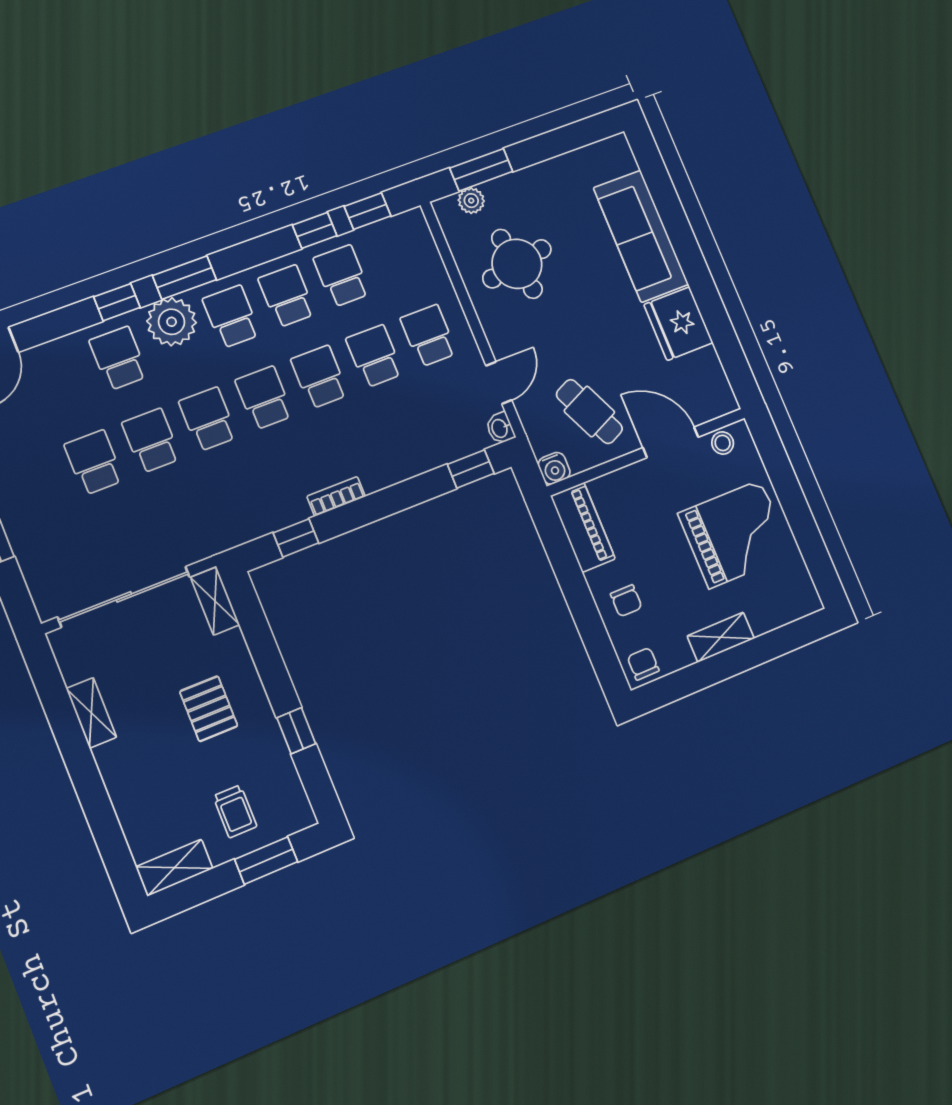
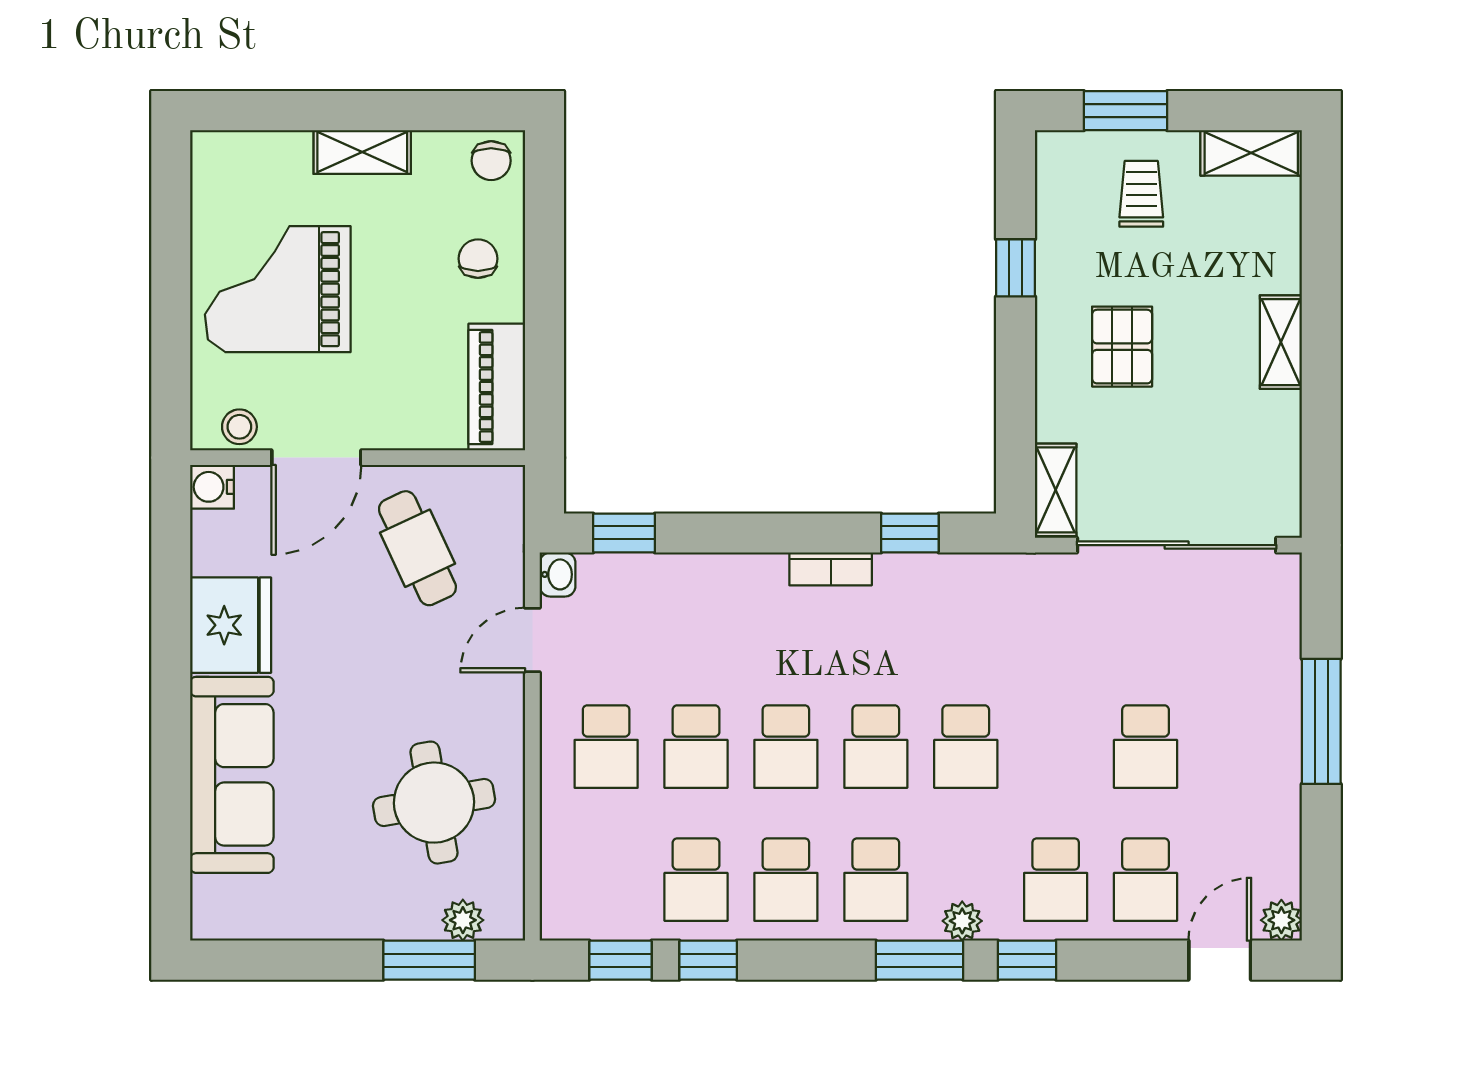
plant: (172, 322) -> (962, 921), width x0.53, depth x0.53
school desk: (151, 441) -> (1146, 880), moved
door: (671, 442) -> (316, 458), hinge flipped
water cooler: (554, 468) -> (212, 487), moved, turned -90
shelving: (91, 713) -> (1281, 342), moved

